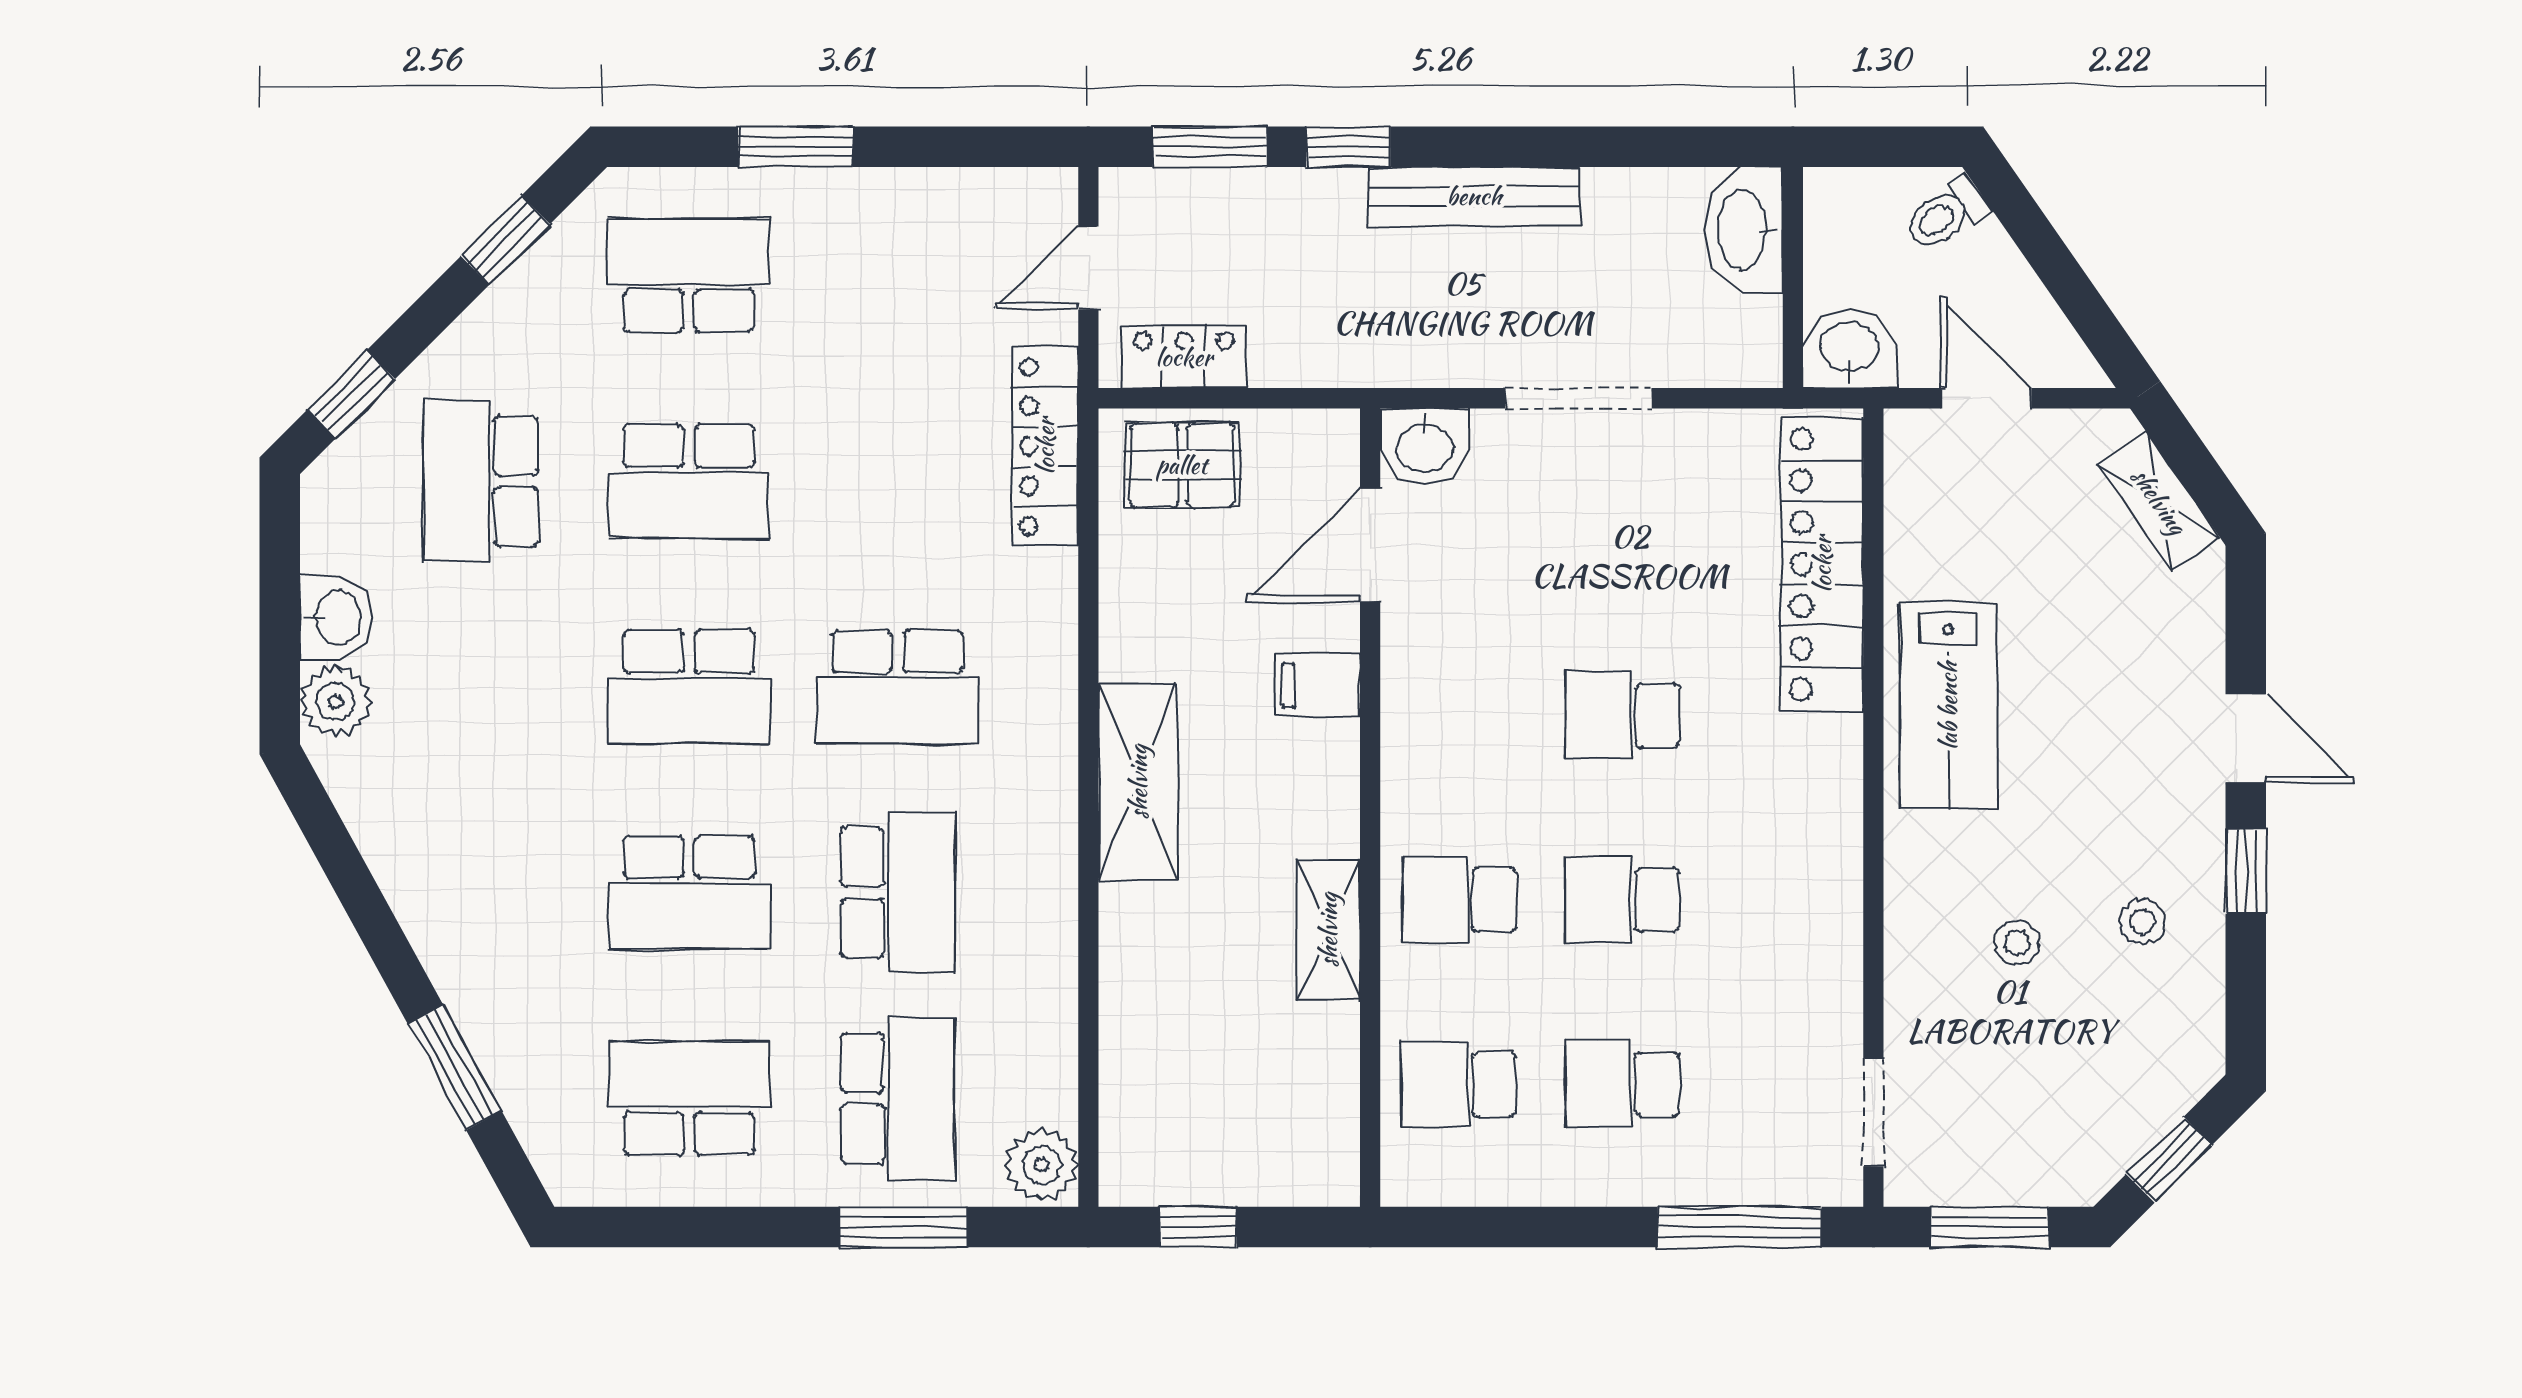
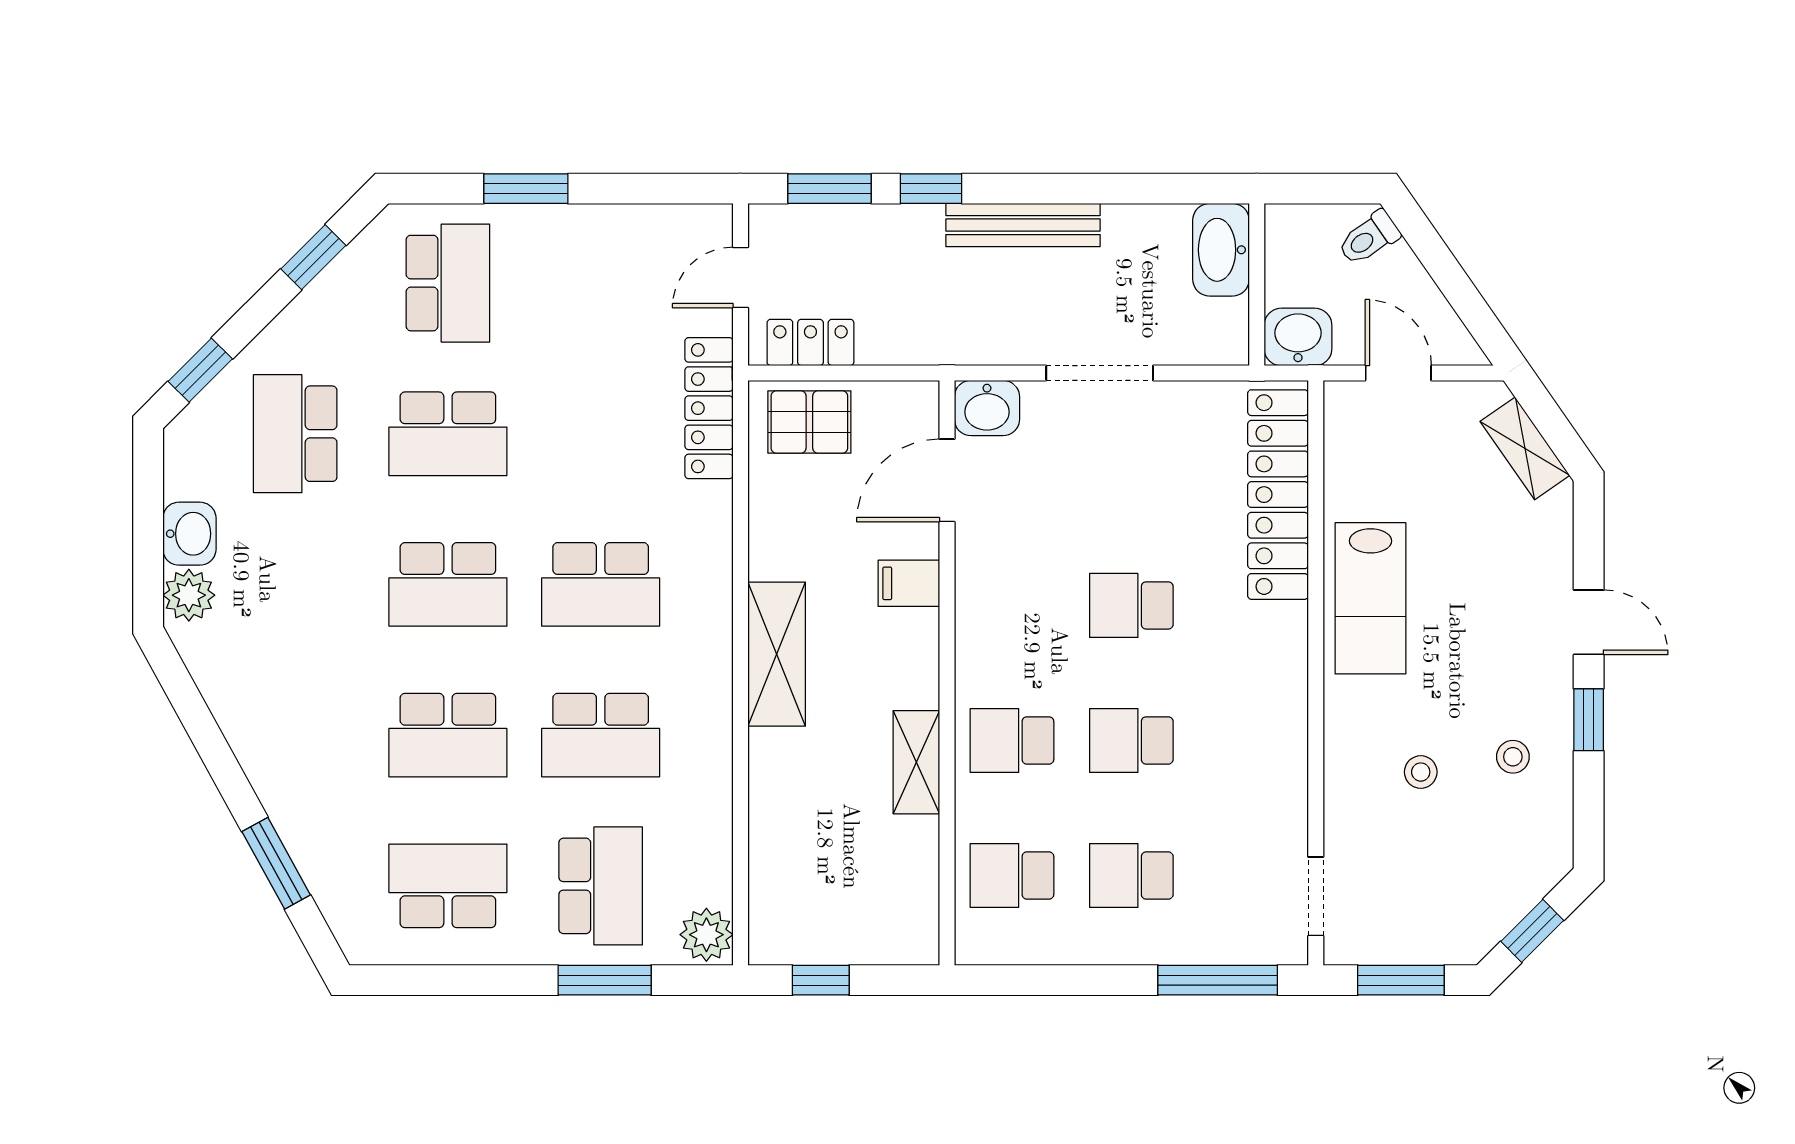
school desk: (689, 275) -> (448, 283), turned 90
school desk: (897, 893) -> (601, 735), turned 90

